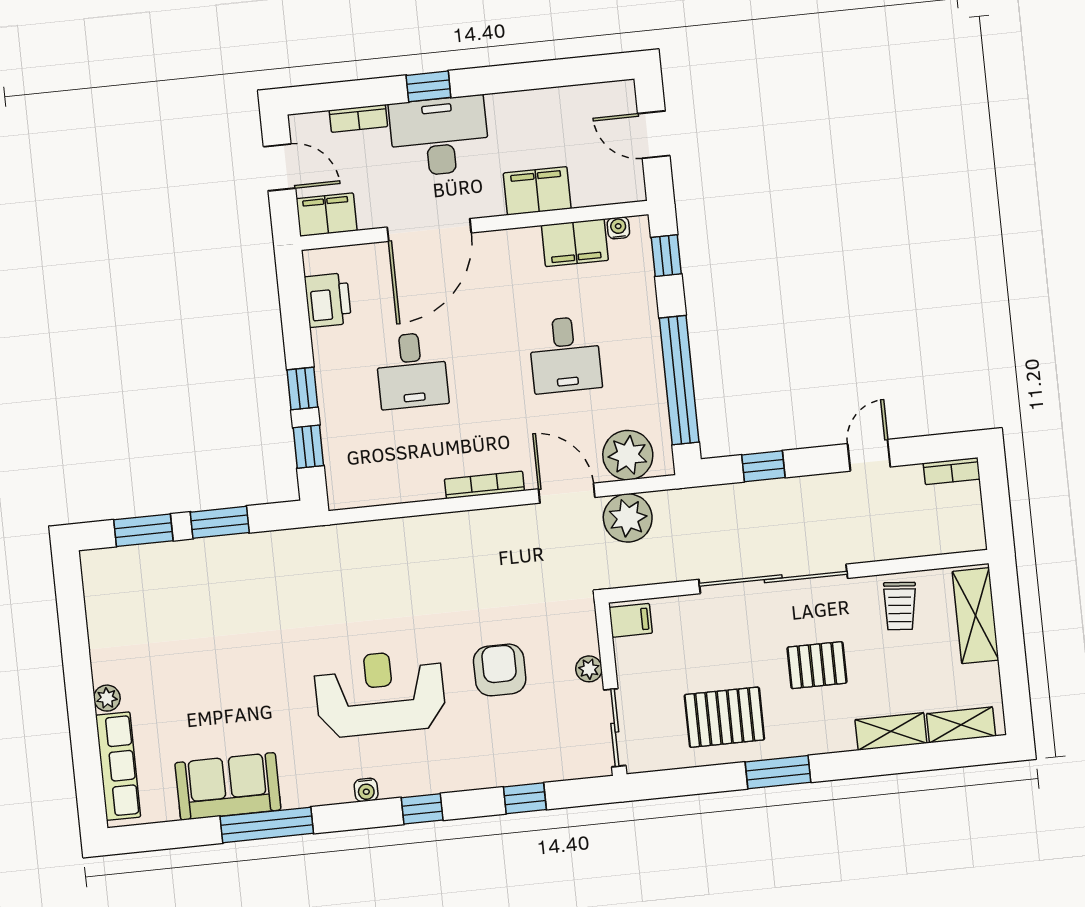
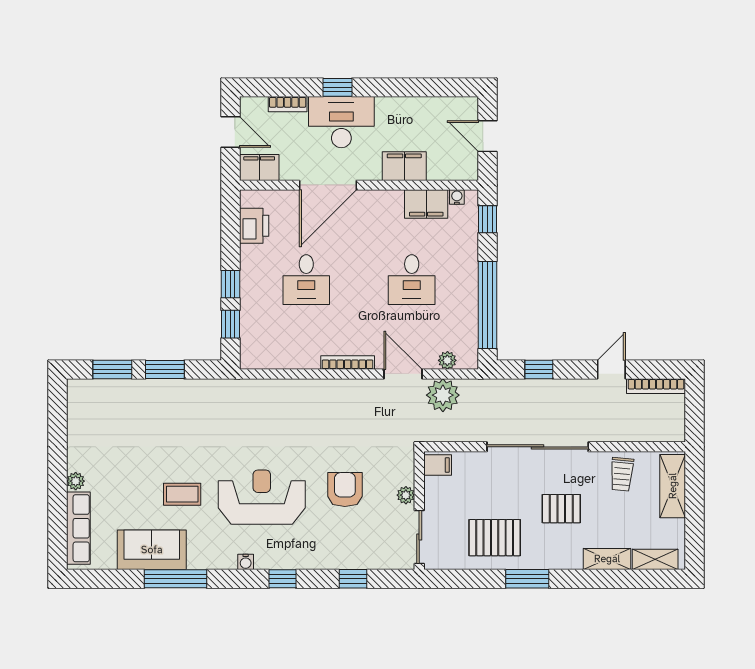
plant: (628, 455) -> (447, 360), width x0.53, depth x0.53
bookcase: (952, 471) -> (656, 386), width x1.56
coffee table: (264, 701) -> (182, 494), added

